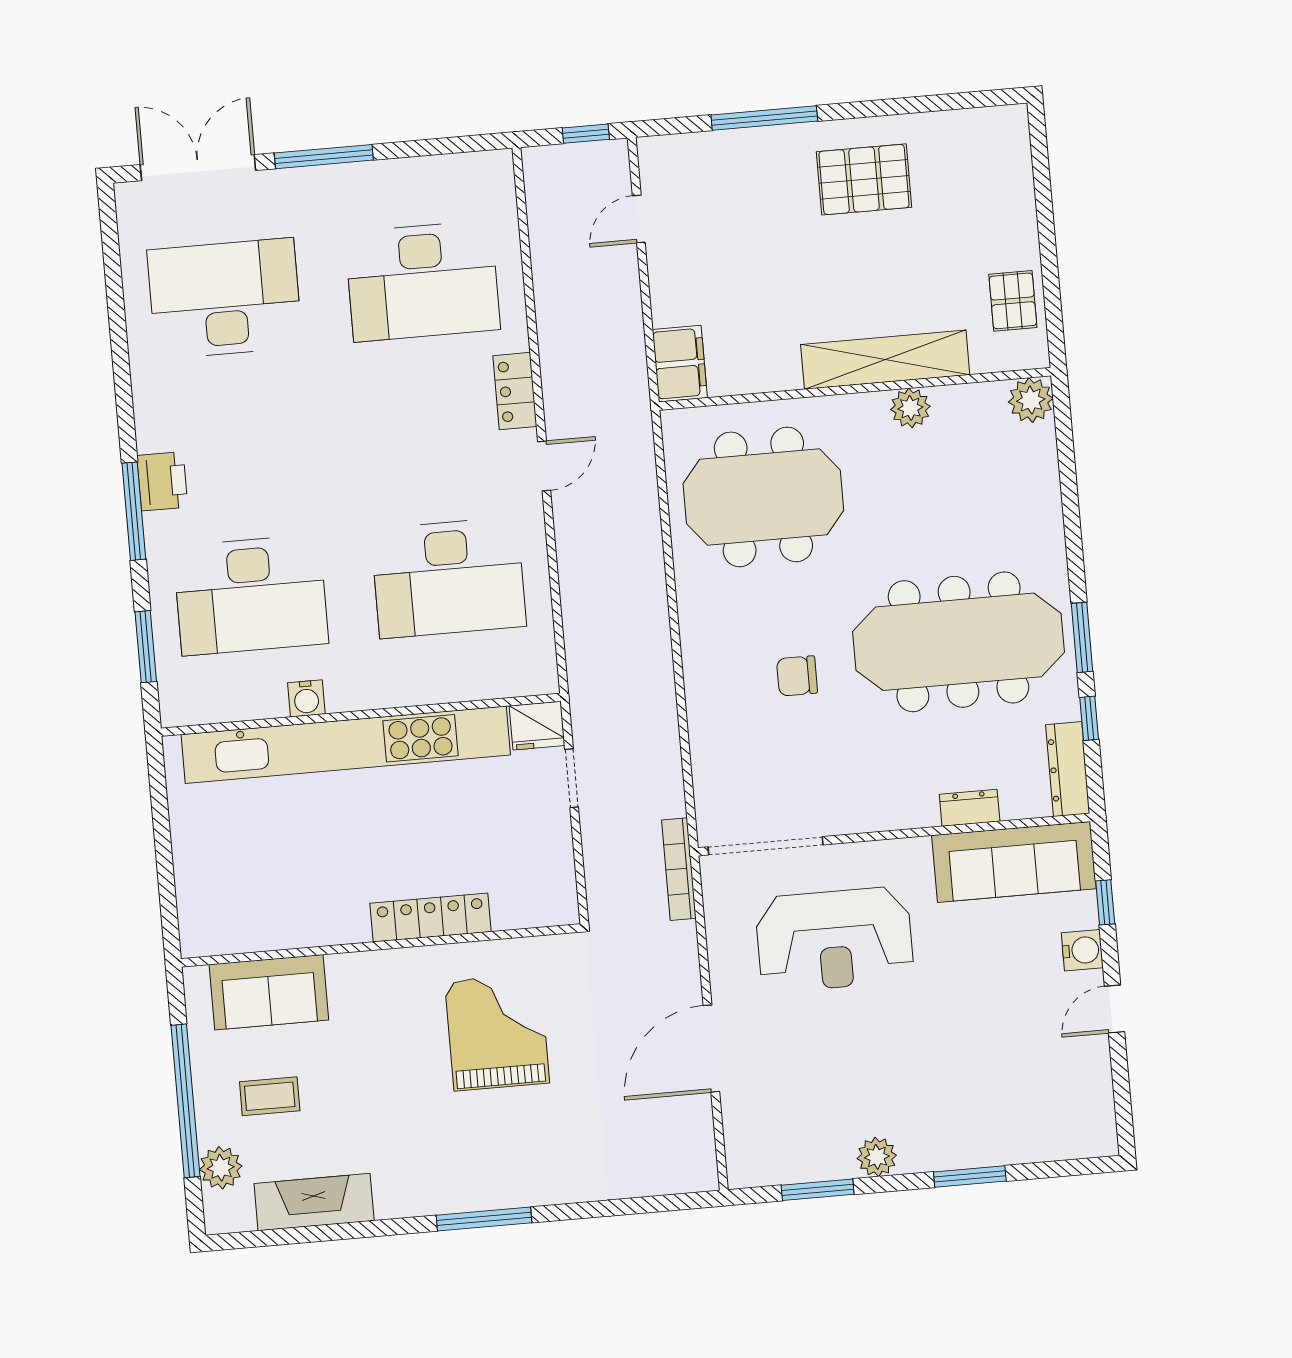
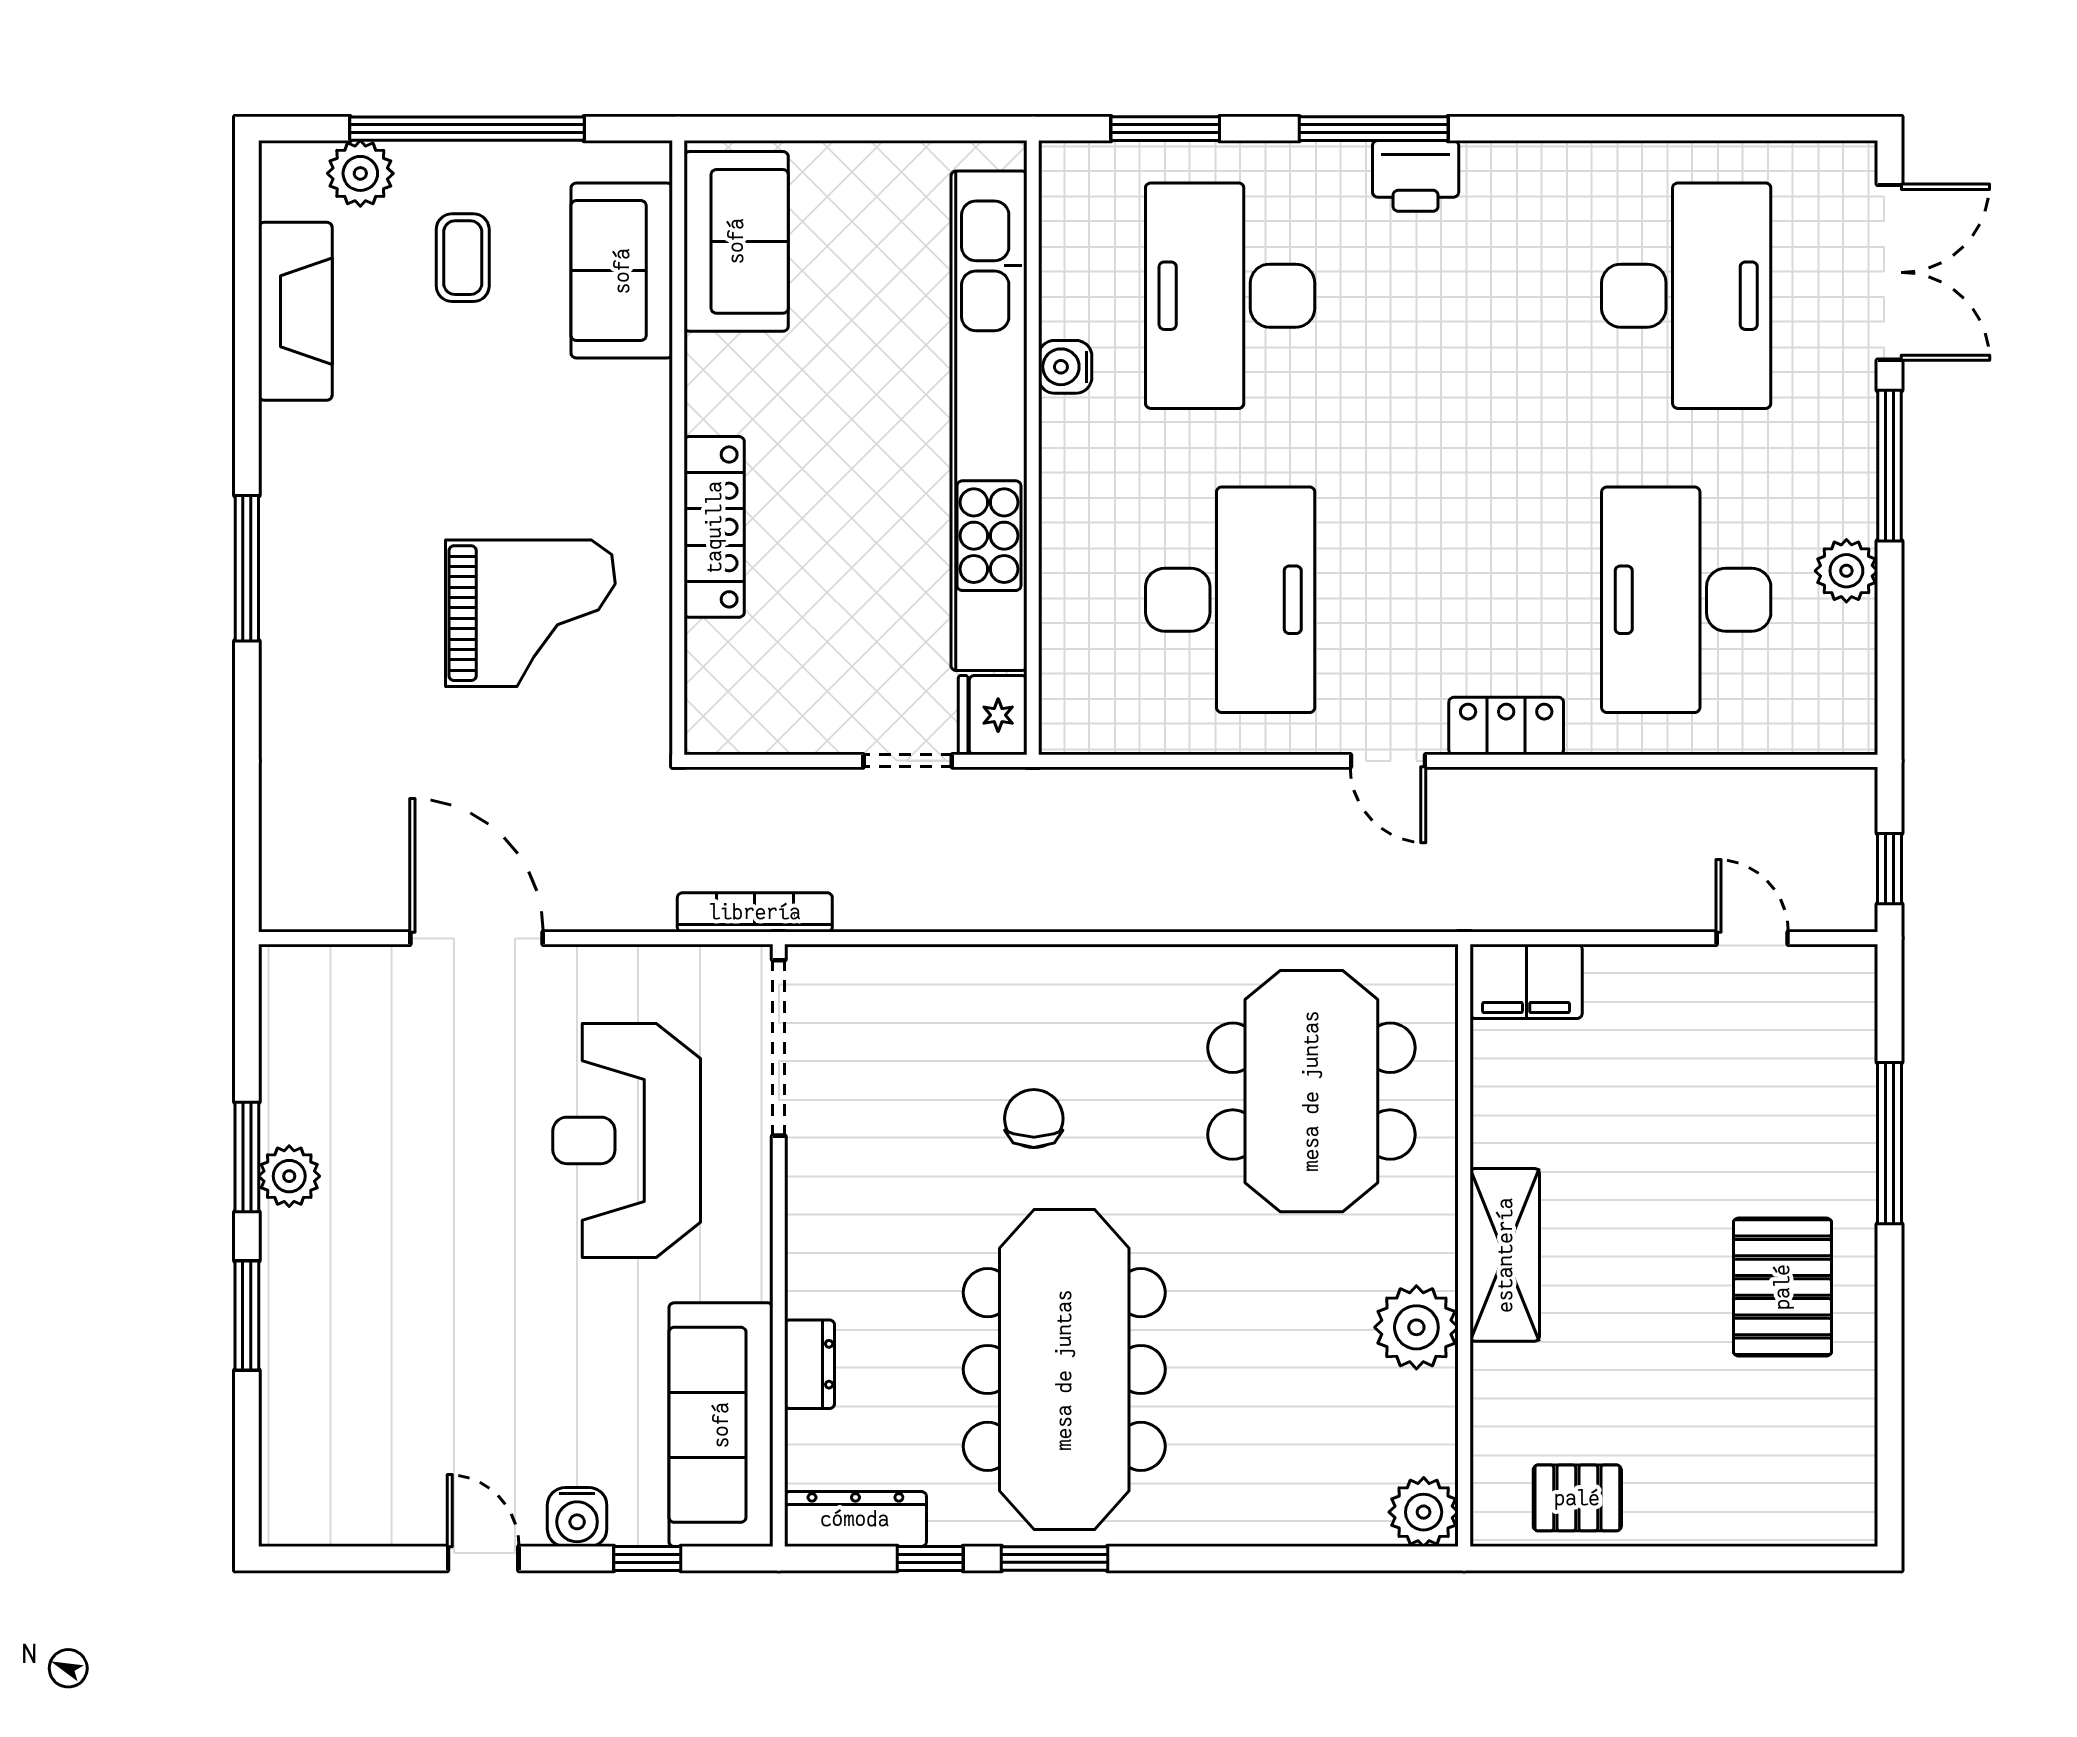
plant: (395, 179) -> (1846, 571), added
shelving: (885, 360) -> (1505, 1255), width x0.68
plant: (910, 408) -> (1416, 1327), width x1.36, depth x1.36
desk: (448, 578) -> (1230, 600), turned 180
sofa: (243, 919) -> (736, 241), added
window: (818, 1190) -> (247, 1157), moved

